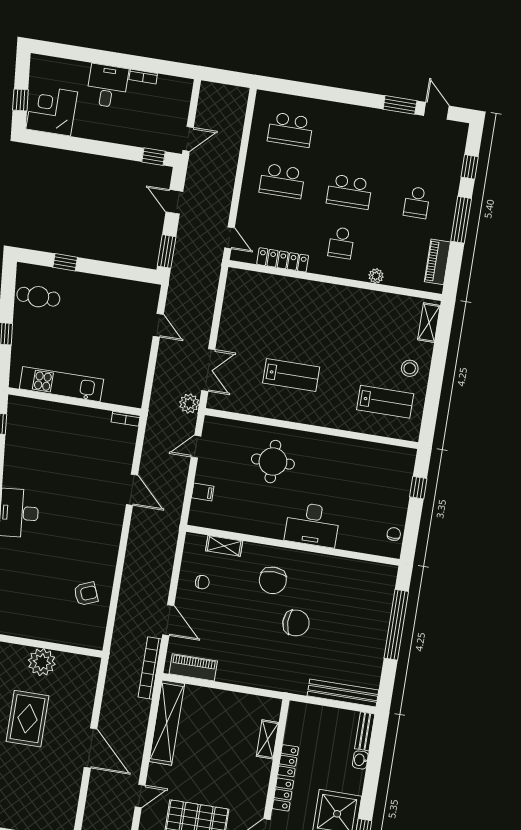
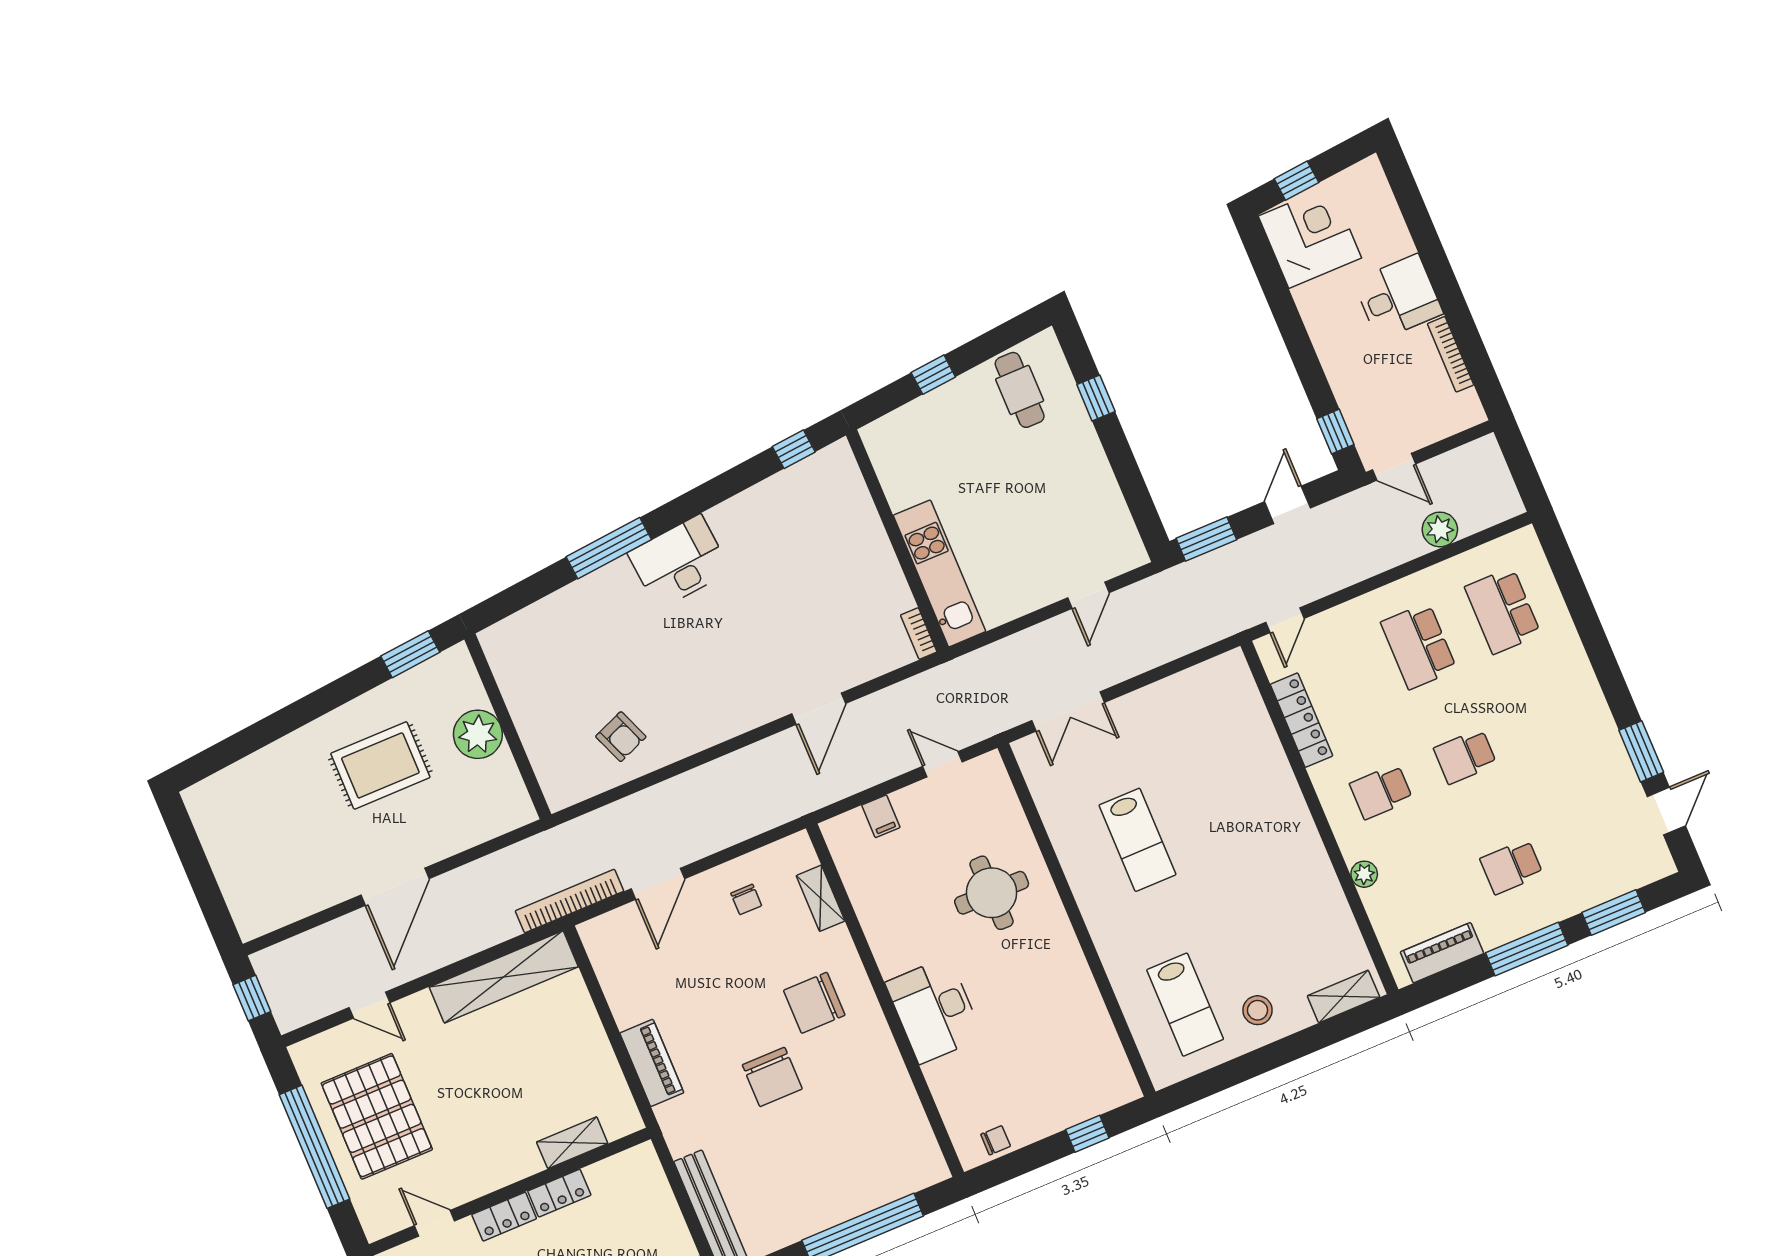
bookcase: (143, 77) -> (1451, 354), width x1.56
window: (470, 167) -> (1614, 913), width x1.50
school desk: (349, 192) -> (1465, 756), width x0.54
kitchen unit: (61, 384) -> (939, 573), moved
plant: (189, 404) -> (1440, 529), moved
piano: (193, 667) -> (652, 1063), moved

